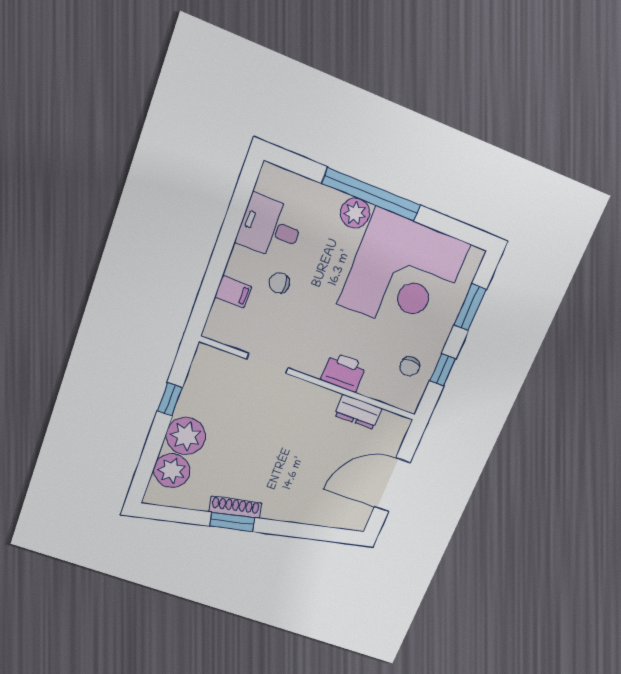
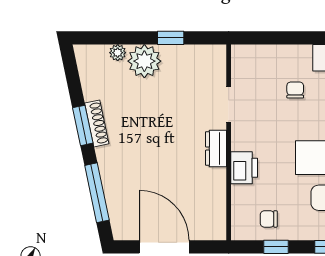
filing cabinet: (233, 292) -> (275, 57), removed
dresser: (358, 412) -> (216, 149), moved
plant: (172, 471) -> (118, 53), width x0.53, depth x0.53
window: (308, 532) -> (97, 193), added

